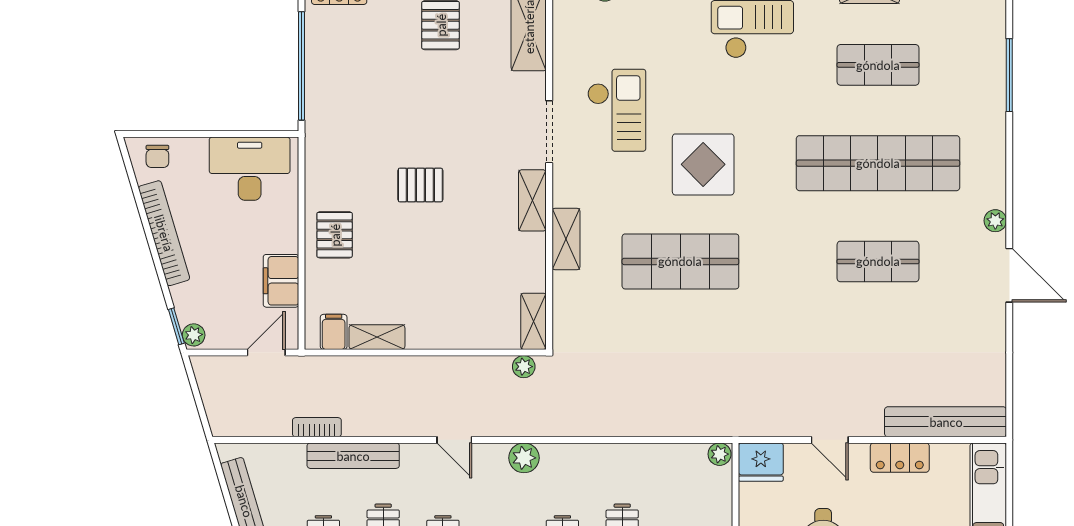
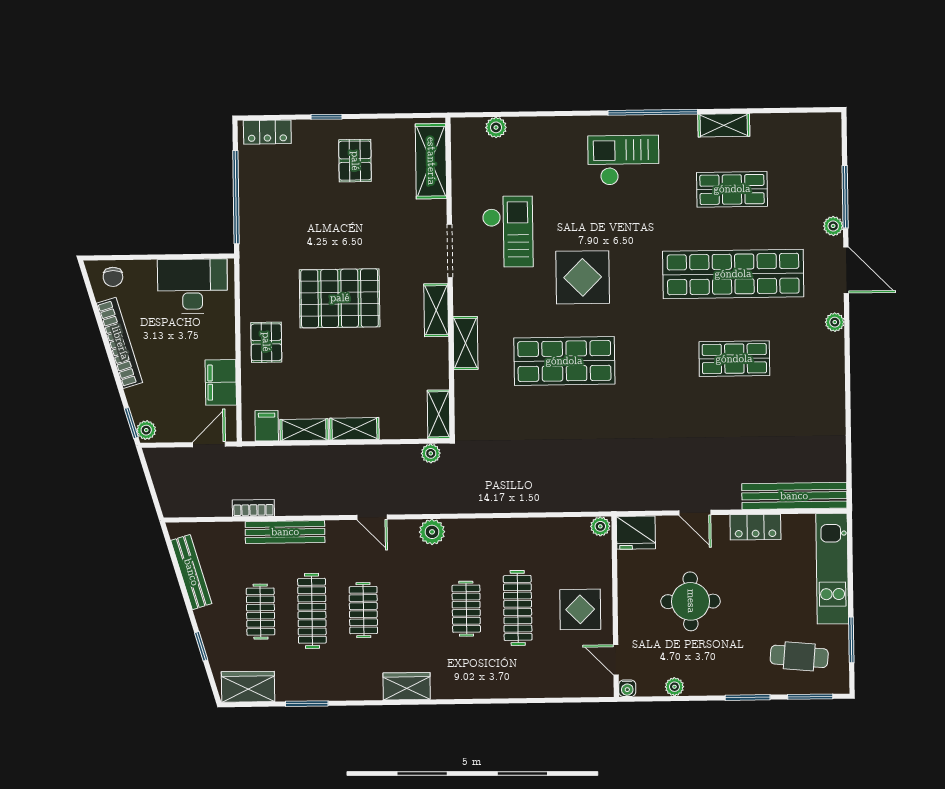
plant: (995, 109) -> (833, 226), added
pallet: (420, 185) -> (340, 298), width x2.05, depth x2.00
door: (1009, 275) -> (846, 270), moved
shelving: (435, 337) -> (354, 429), added

